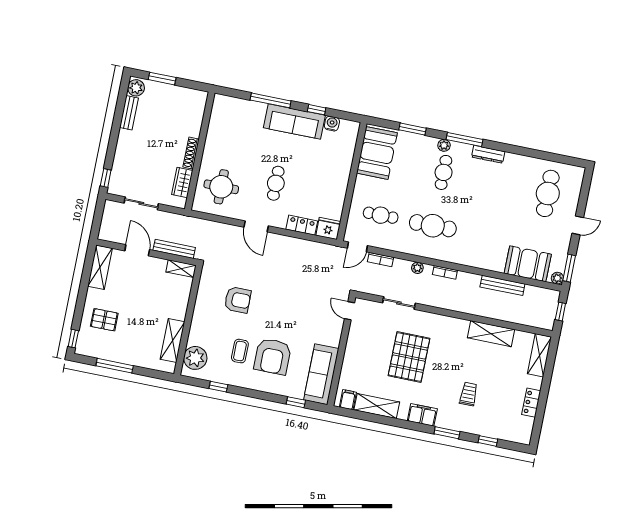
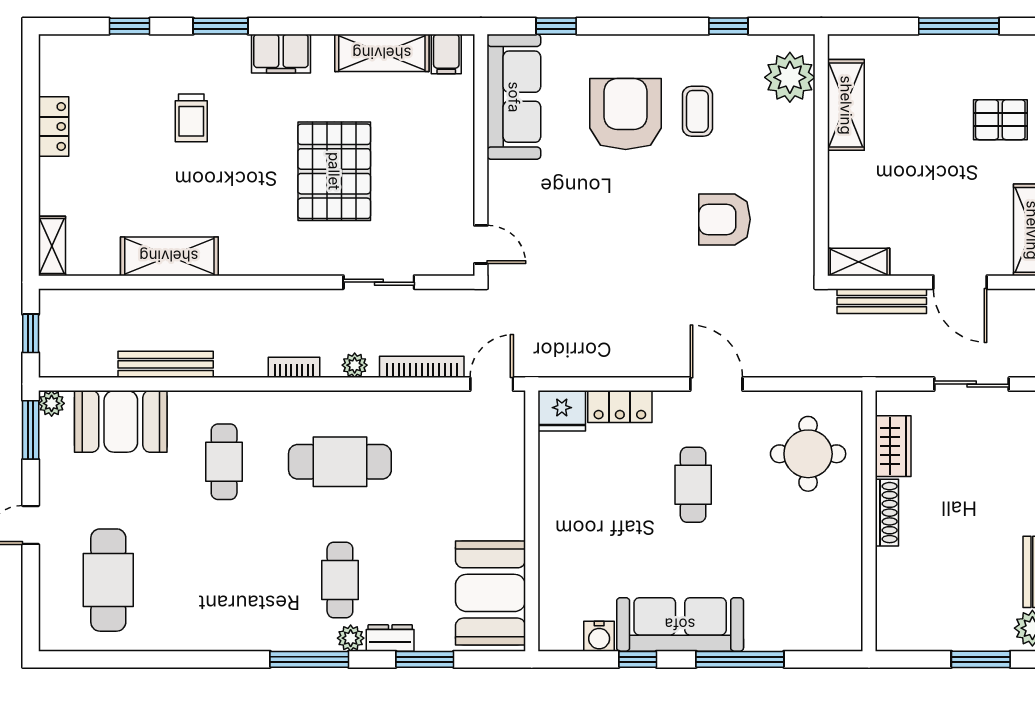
dresser: (488, 154) -> (390, 638), moved, width x0.70
cafe table: (381, 215) -> (224, 462), moved, turned 90
bookcase: (380, 260) -> (422, 367), width x1.56
shelving: (539, 355) -> (52, 246), width x0.67, depth x0.75

